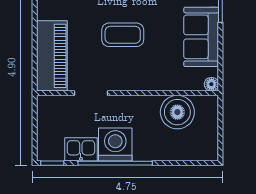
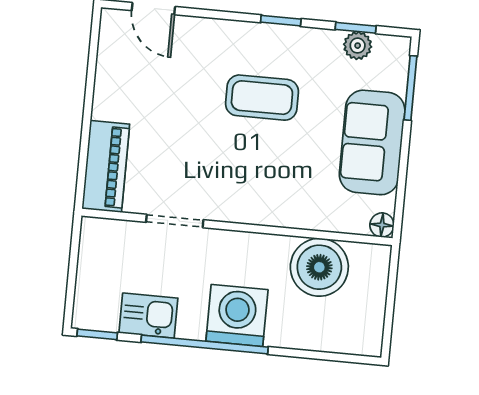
coffee table: (123, 35) -> (262, 98), moved
piano: (52, 56) -> (106, 166), width x0.73, depth x0.75
washing machine: (115, 145) -> (237, 315), moved

